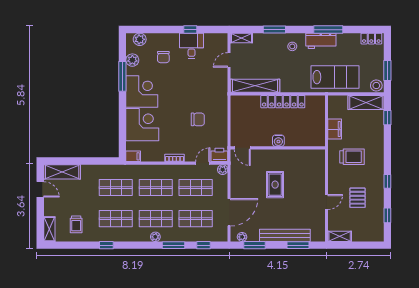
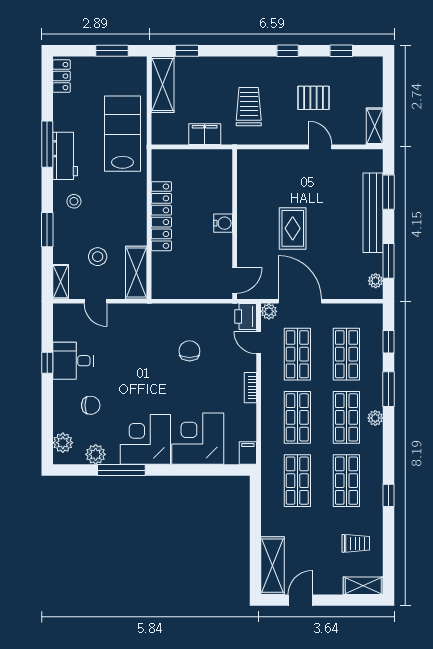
shelving: (255, 86) -> (136, 273), width x0.68
stool: (376, 86) -> (98, 257), moved
rug: (275, 185) -> (293, 228), turned 90
door: (229, 212) -> (300, 301), moved

